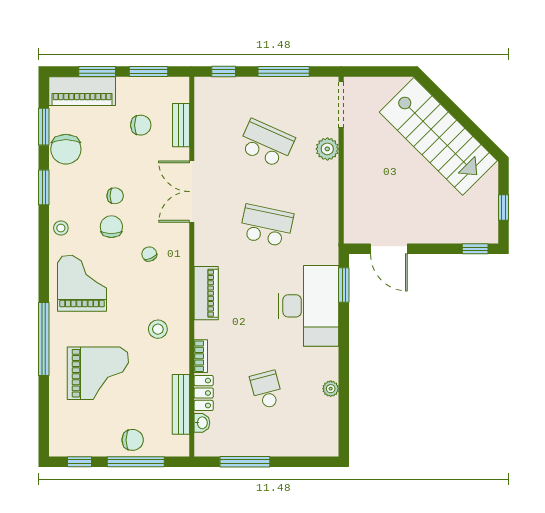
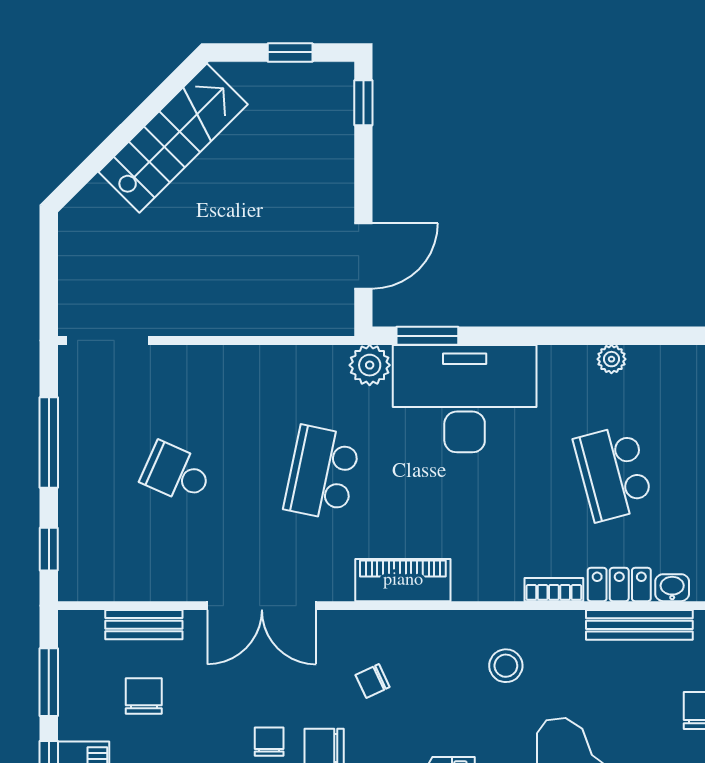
stairs: (438, 136) -> (173, 138), width x0.73, depth x0.66
school desk: (266, 143) -> (176, 473), width x0.54
plant: (327, 149) -> (370, 365), moved
piano: (206, 293) -> (403, 580), moved
school desk: (266, 390) -> (614, 473), width x1.85

